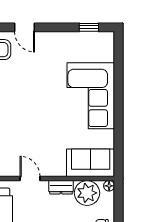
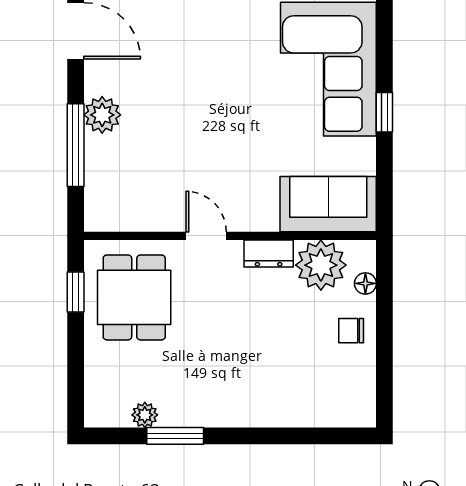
window: (118, 117) -> (384, 112), added
floor lamp: (109, 186) -> (365, 283), moved

